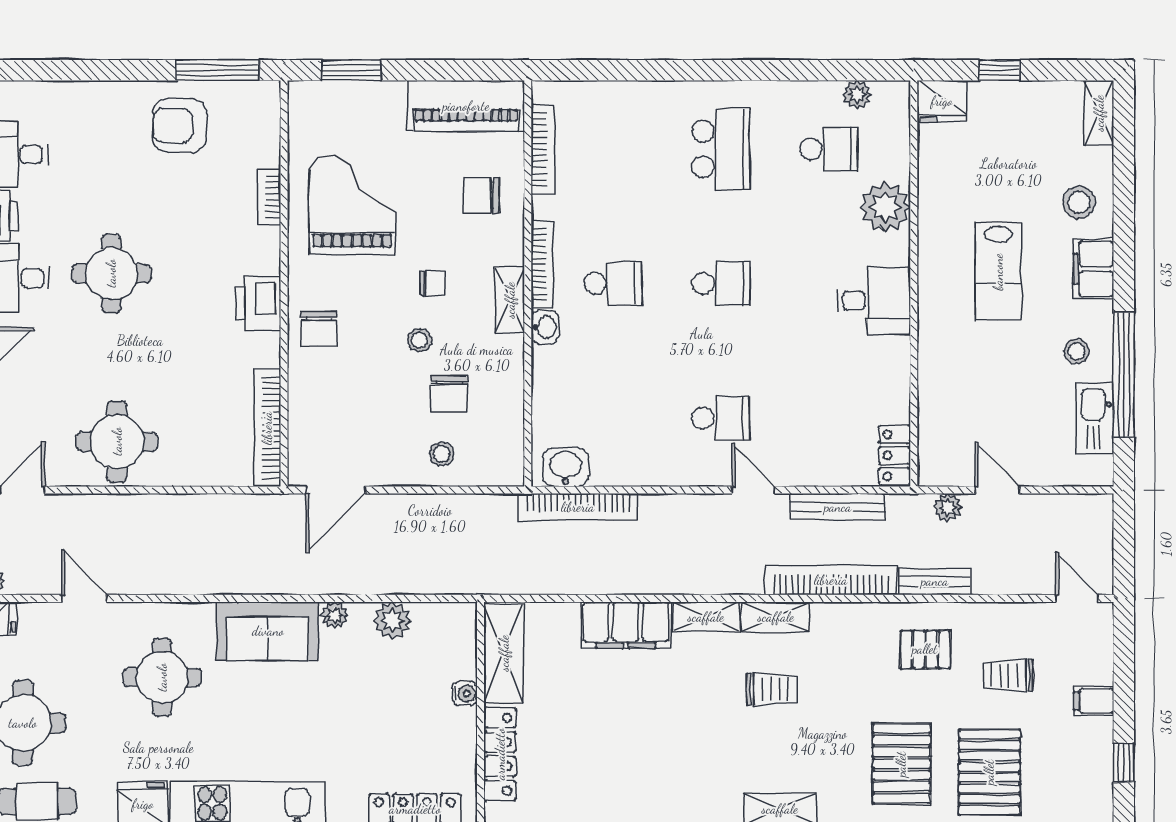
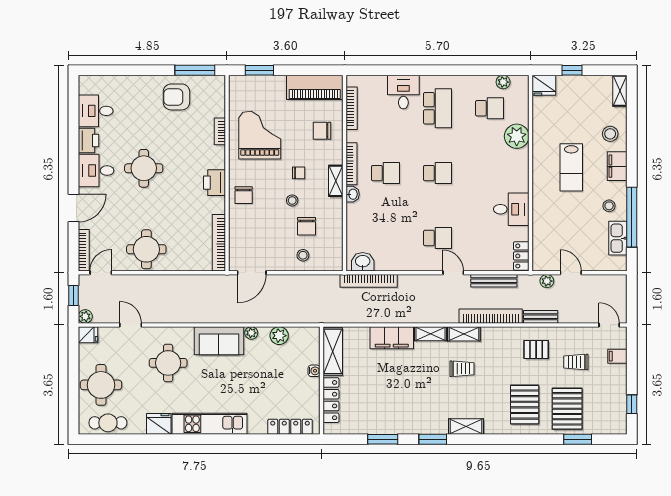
desk: (650, 115) -> (403, 92), added
desk: (874, 301) -> (511, 209), moved
filing cabinet: (1094, 701) -> (617, 356), moved

